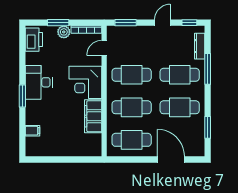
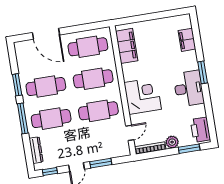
window: (58, 23) -> (189, 149), moved
window: (126, 23) -> (101, 163), moved
window: (208, 69) -> (23, 118), moved
filing cabinet: (93, 116) -> (127, 46), moved
window: (208, 127) -> (17, 85), moved
filing cabinet: (33, 131) -> (187, 40), width x2.00

